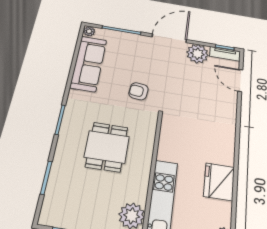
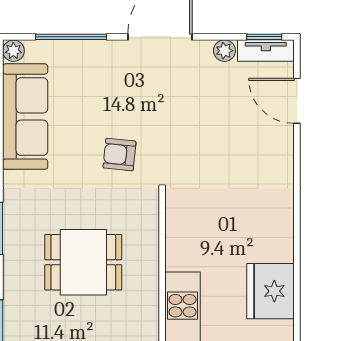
plant: (197, 54) -> (224, 51), width x0.53, depth x0.53
dining table: (107, 147) -> (83, 262), turned 90

